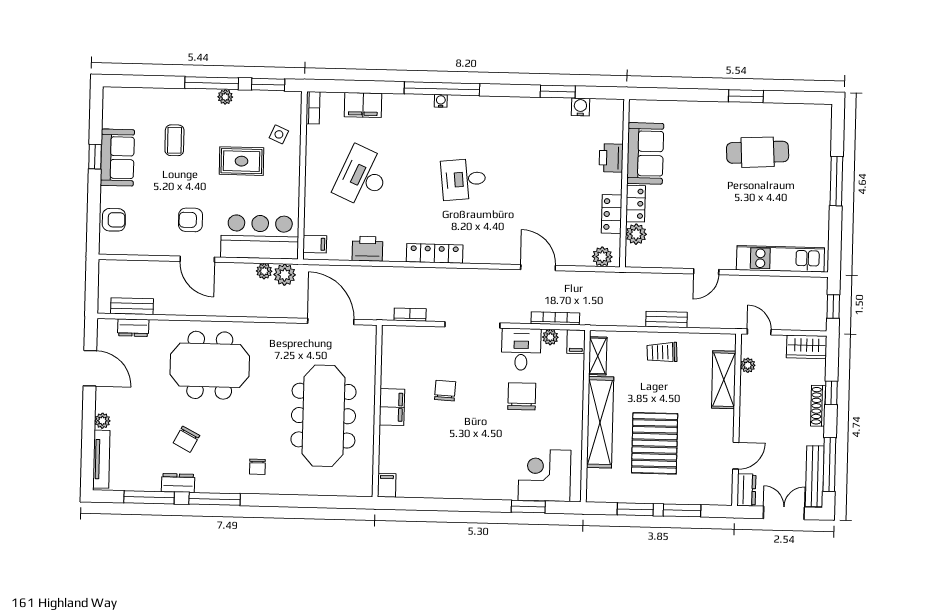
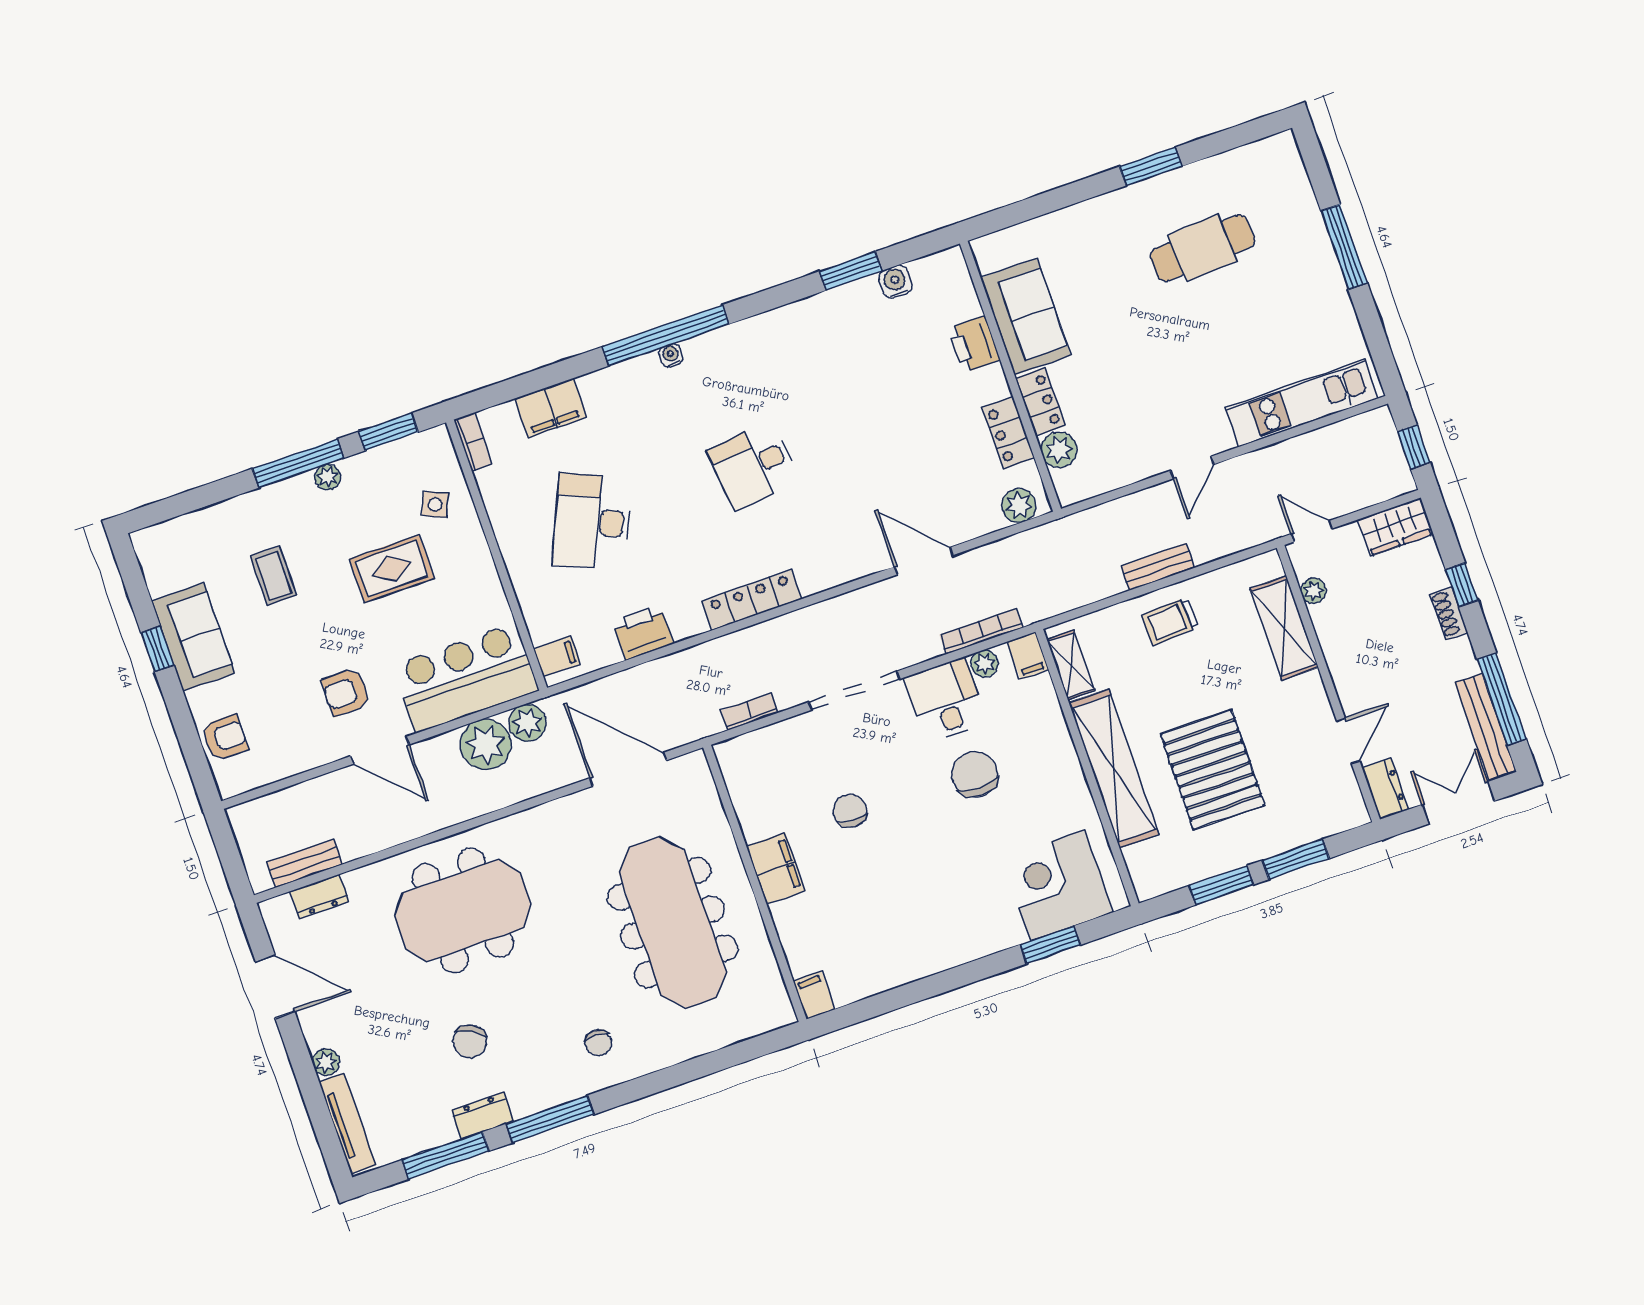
plant: (264, 271) -> (486, 744), width x1.87, depth x1.87
shoe rack: (818, 406) -> (1449, 613), width x0.70

